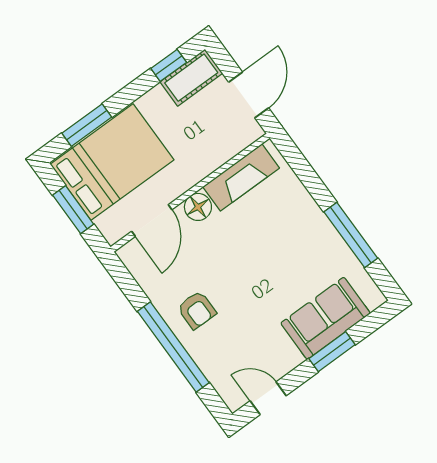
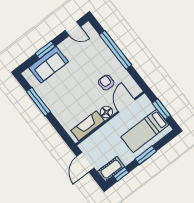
window: (87, 125) -> (146, 155), moved
bed: (112, 162) -> (145, 131), width x0.67
armchair: (197, 310) -> (106, 82), moved

